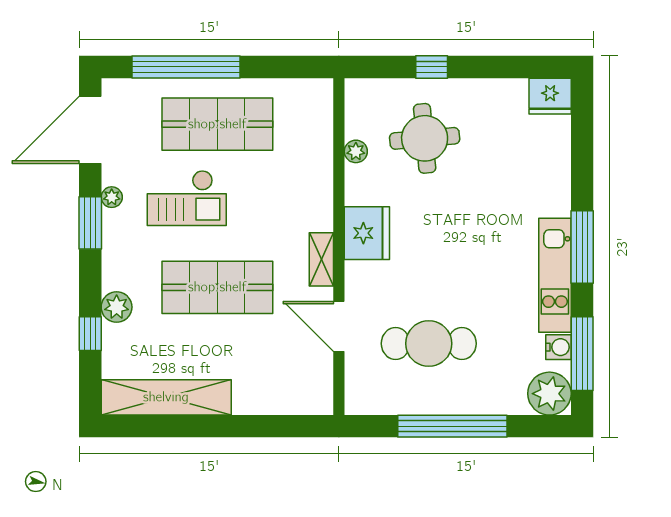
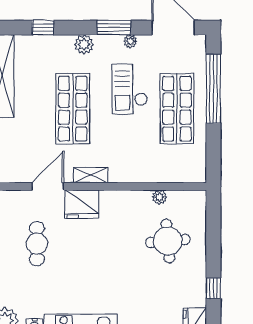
window: (432, 67) -> (213, 288), moved
fridge: (367, 233) -> (82, 204), moved
plant: (117, 307) -> (84, 44), moved
cafe table: (429, 344) -> (37, 244), width x0.73, depth x0.74

